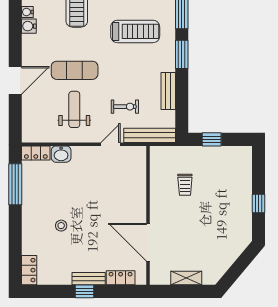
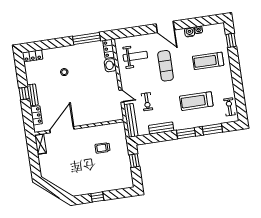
treadmill: (135, 31) -> (196, 101), turned 90
door: (15, 80) -> (165, 27), moved
weight bench: (74, 109) -> (135, 56), moved
shelving: (186, 278) -> (40, 144), moved

